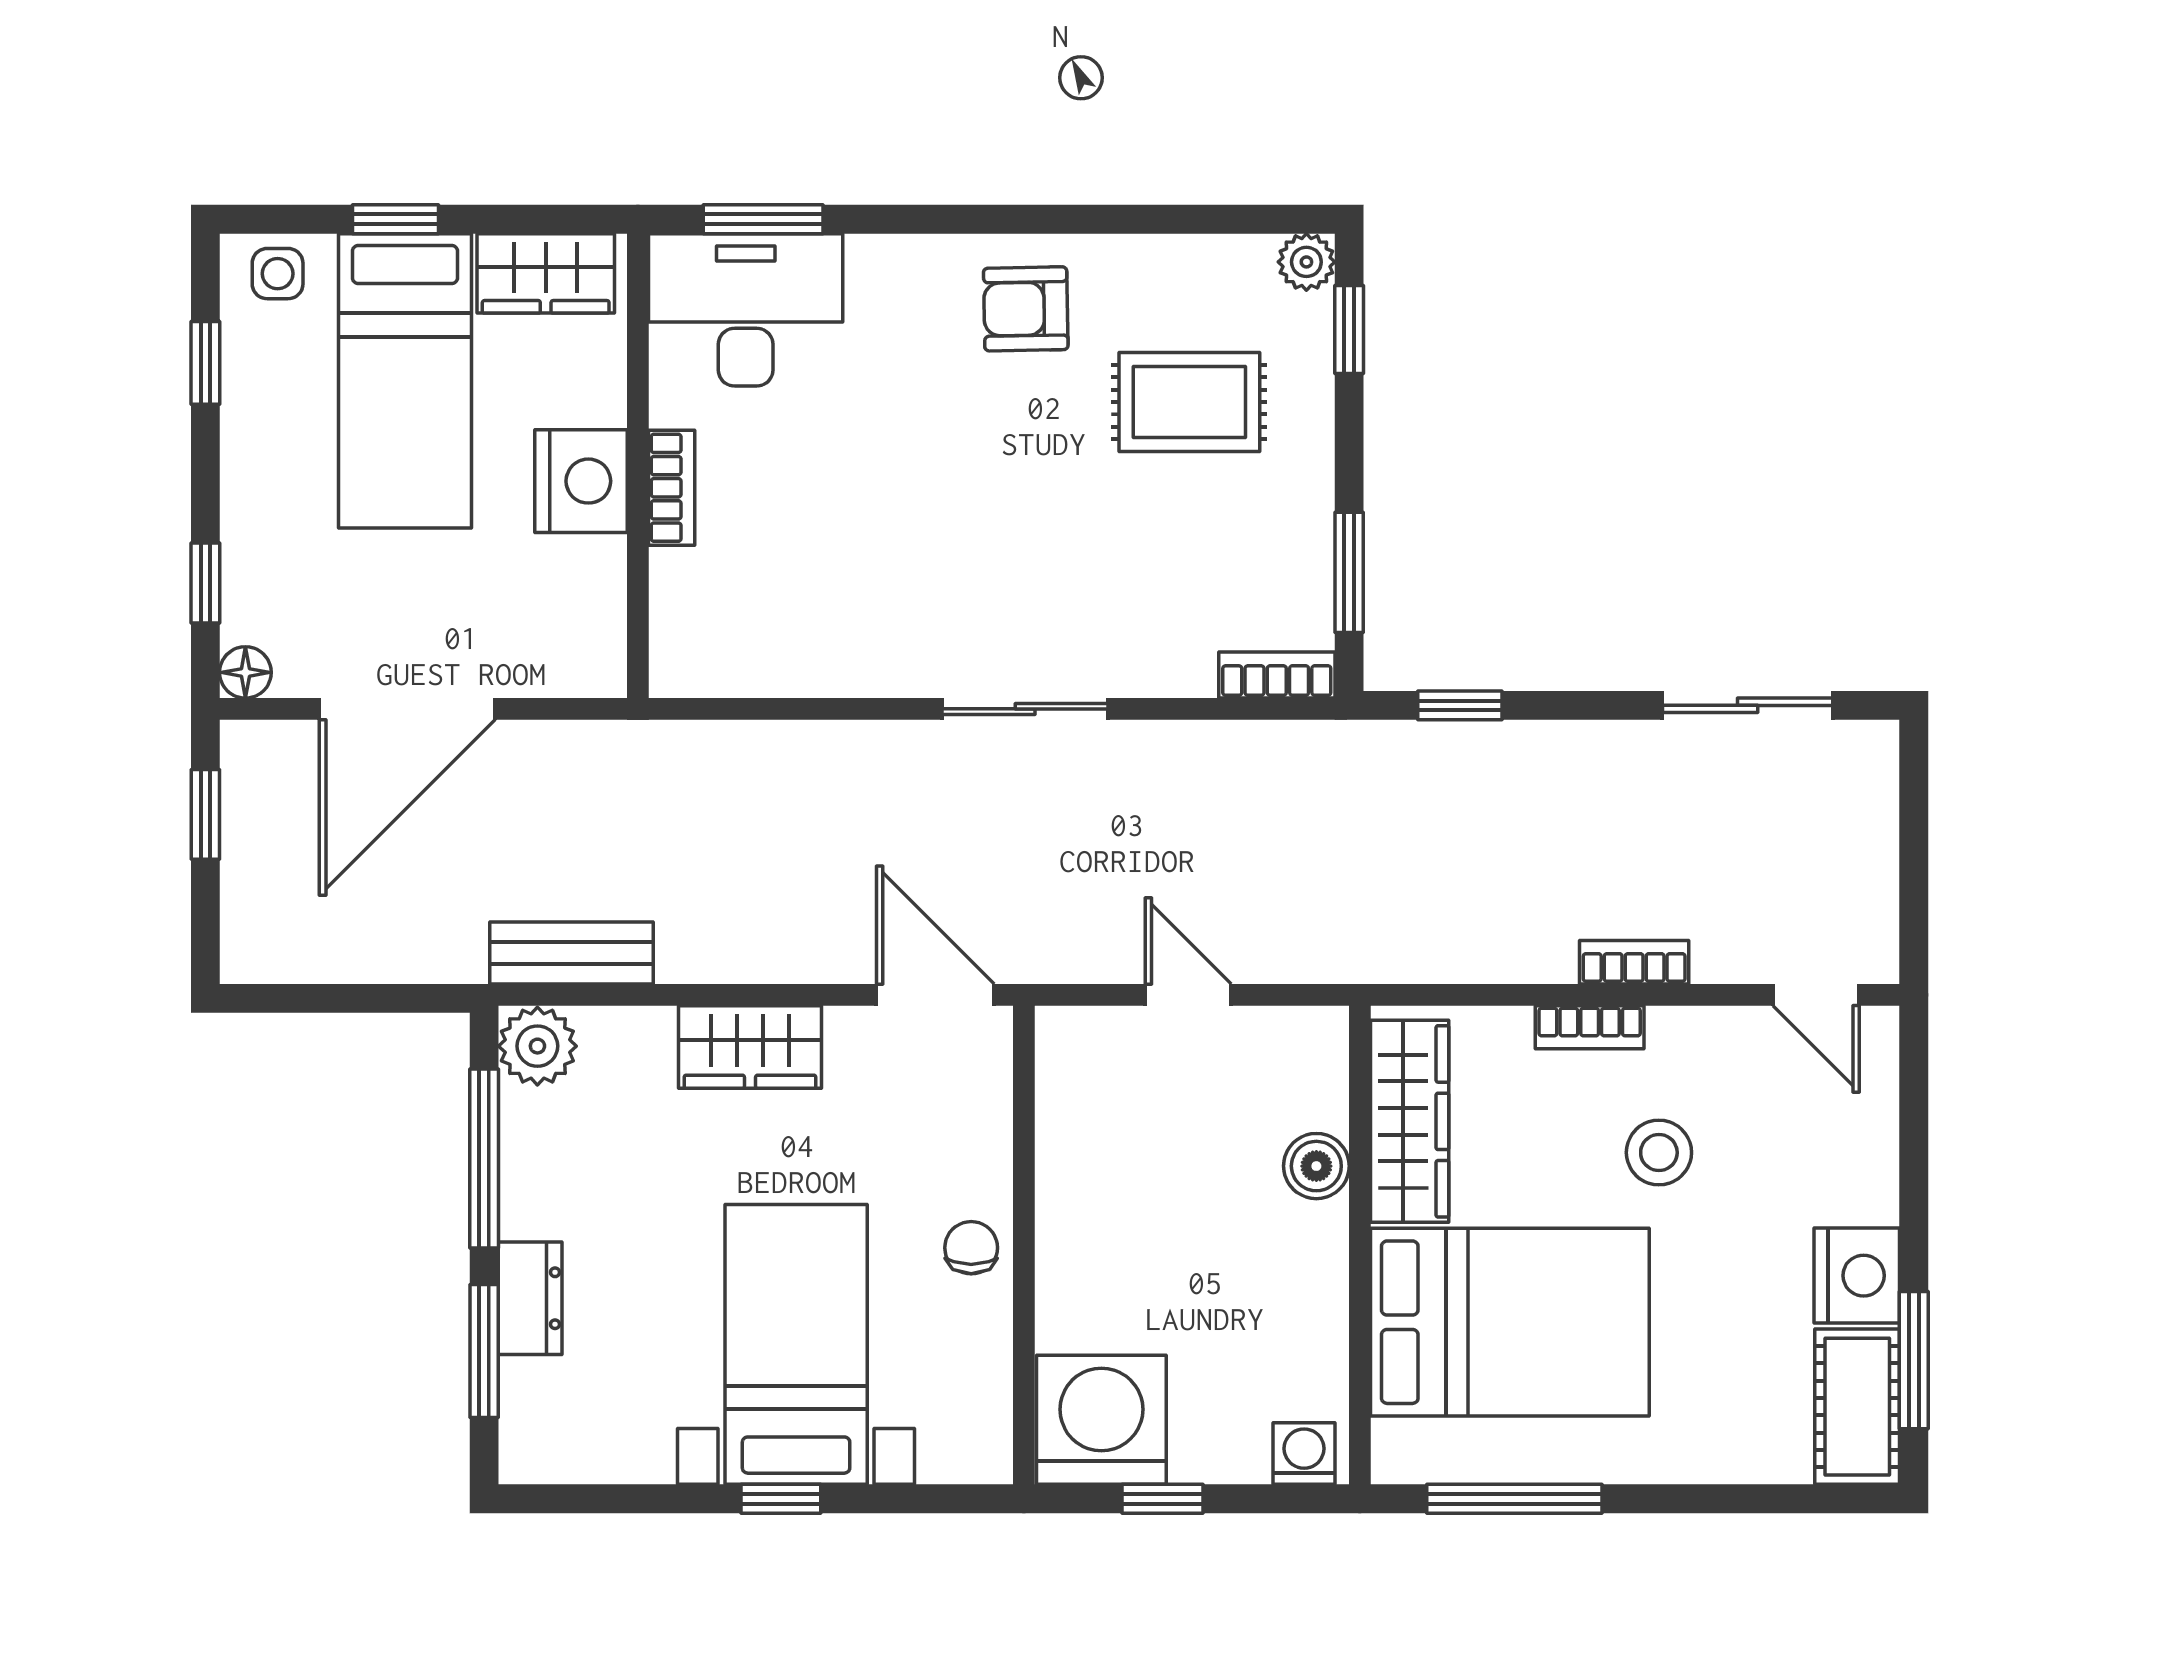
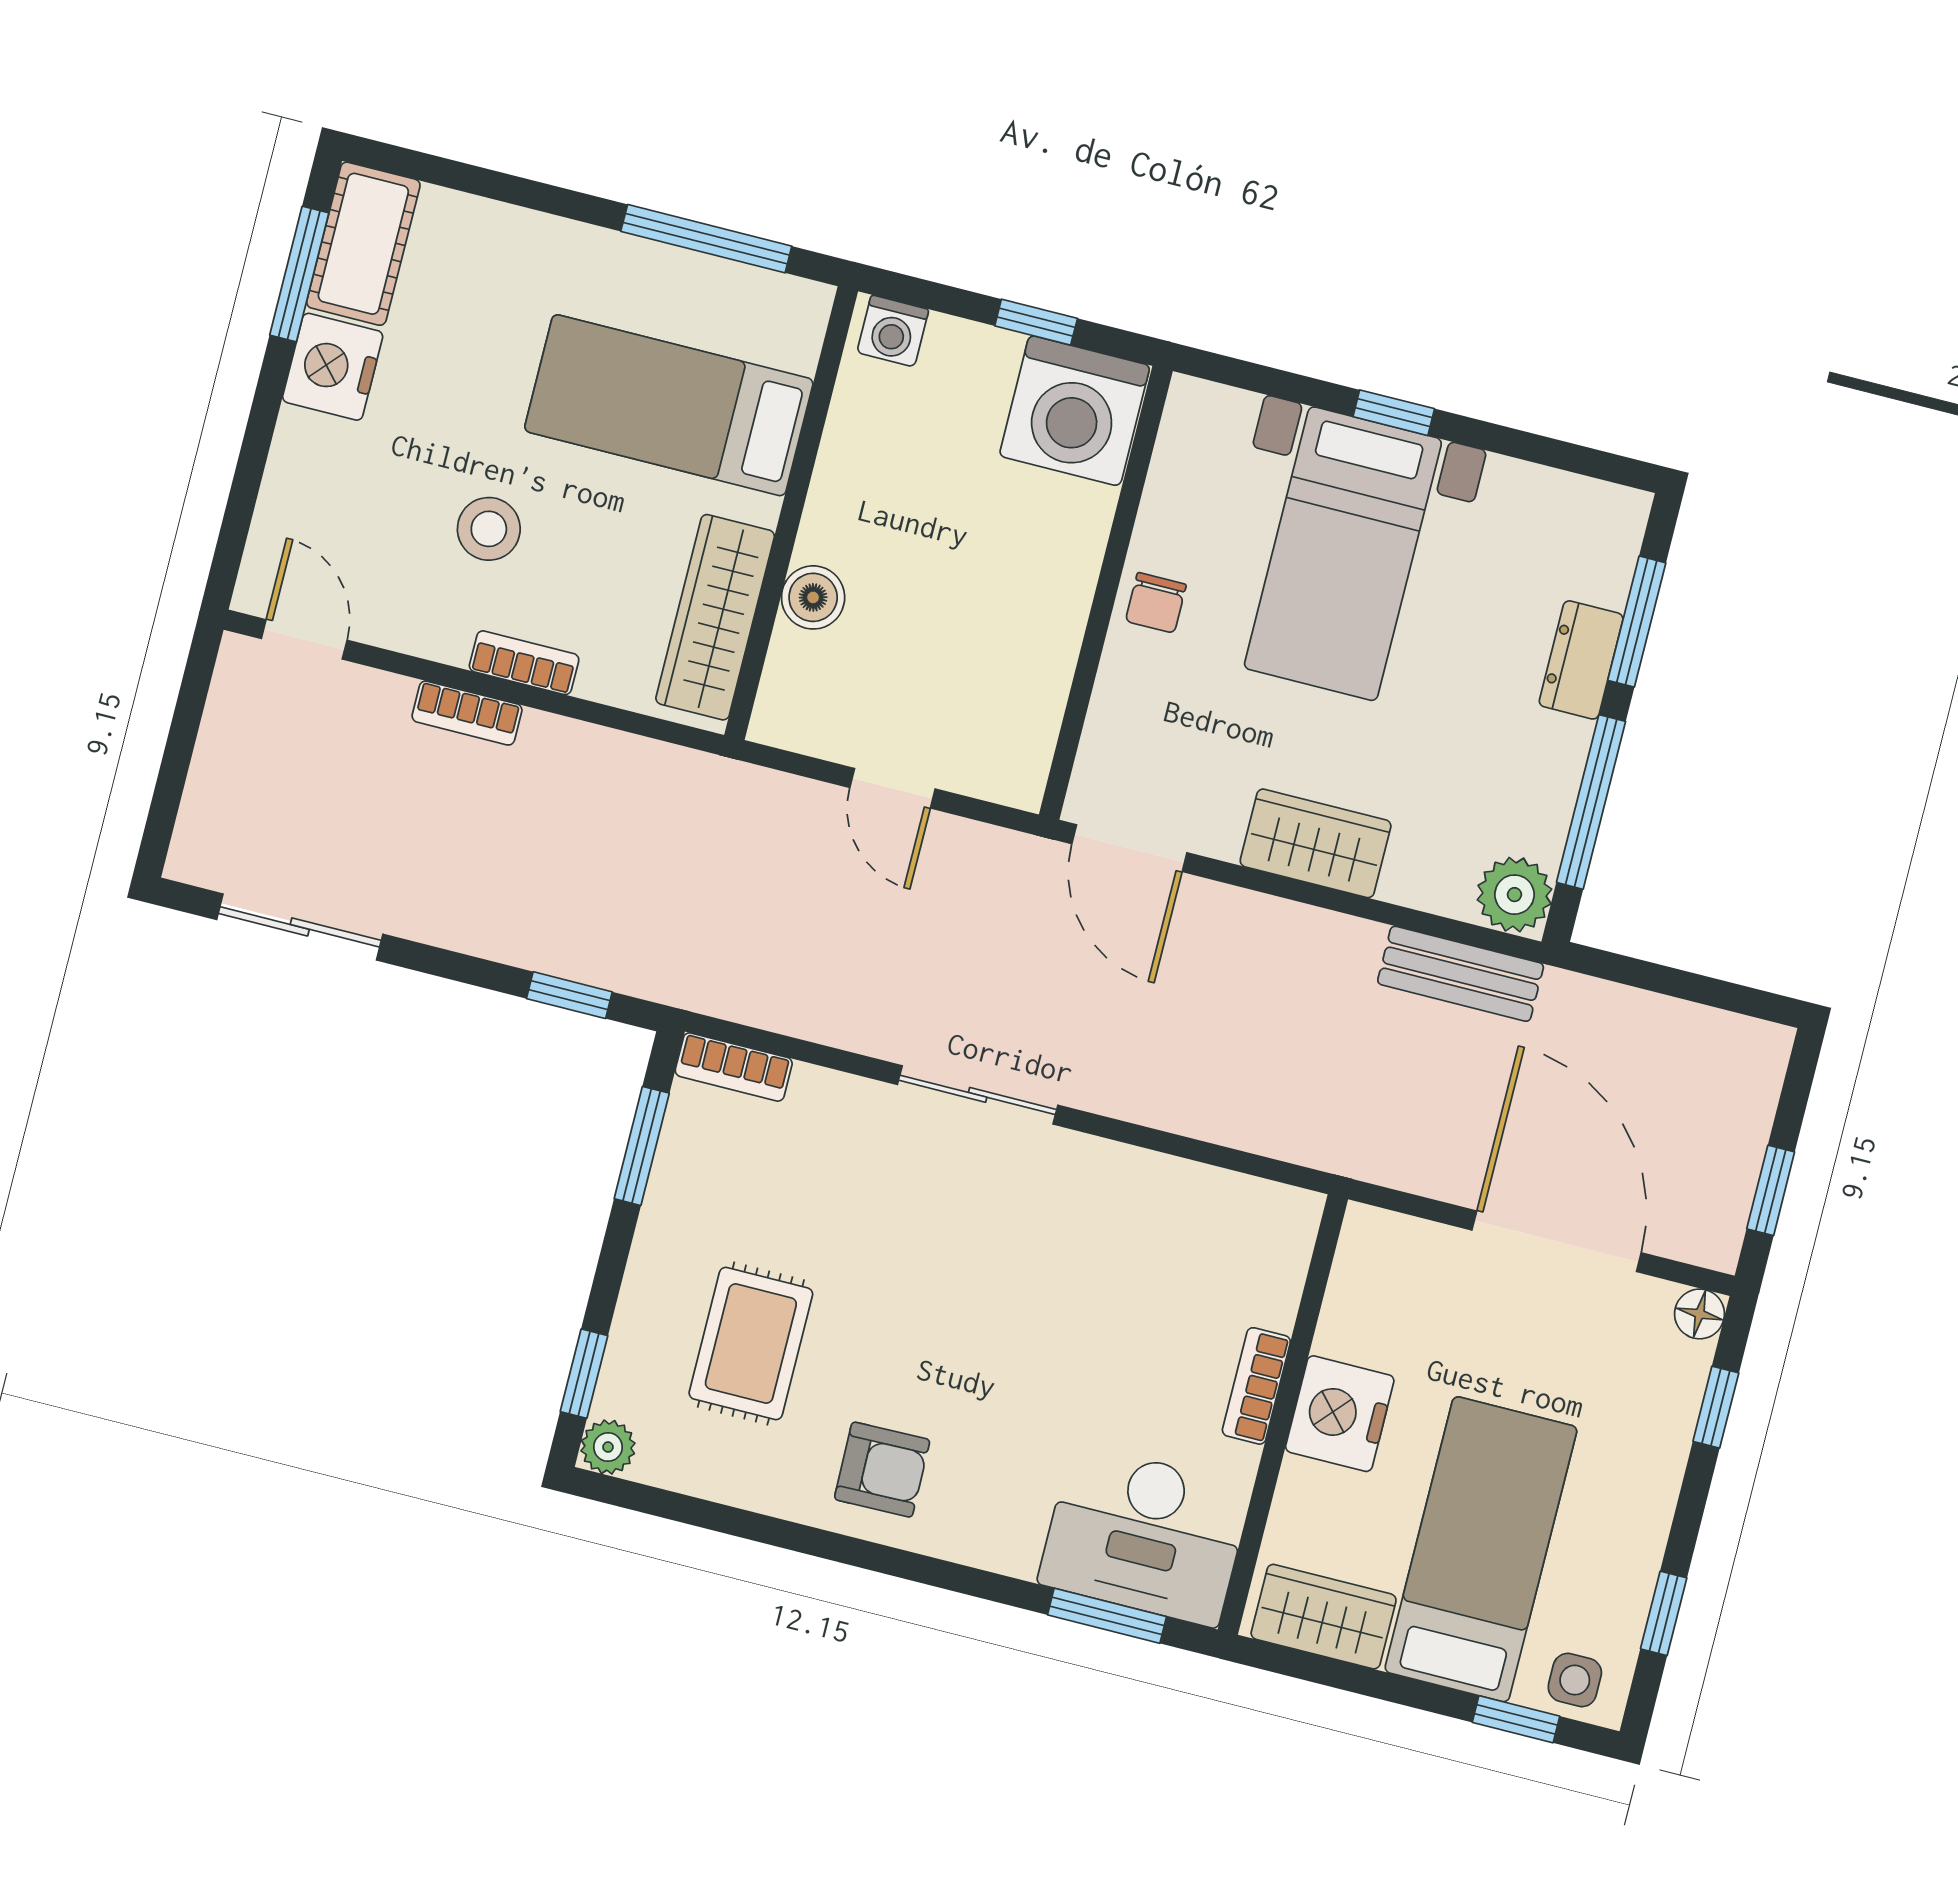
window: (395, 219) -> (1516, 1719), moved
rug: (1189, 402) -> (751, 1344), turned 90
door: (407, 709) -> (1557, 1241), hinge flipped
bed: (1510, 1322) -> (669, 405), width x0.67

